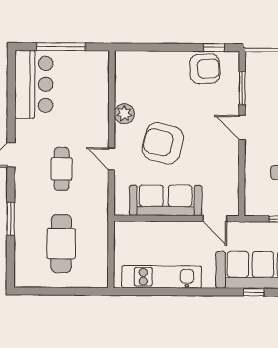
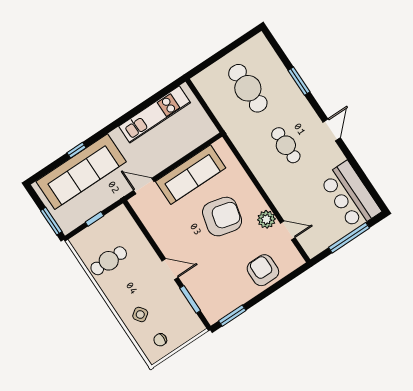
window: (214, 47) -> (232, 316), width x1.50
armchair: (205, 69) -> (263, 270), moved, turned 93
door: (111, 159) -> (288, 230), moved

